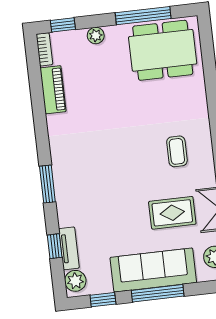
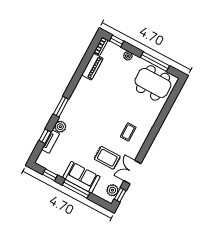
sofa: (153, 270) -> (81, 177), width x0.73
plant: (75, 281) -> (60, 127), moved

